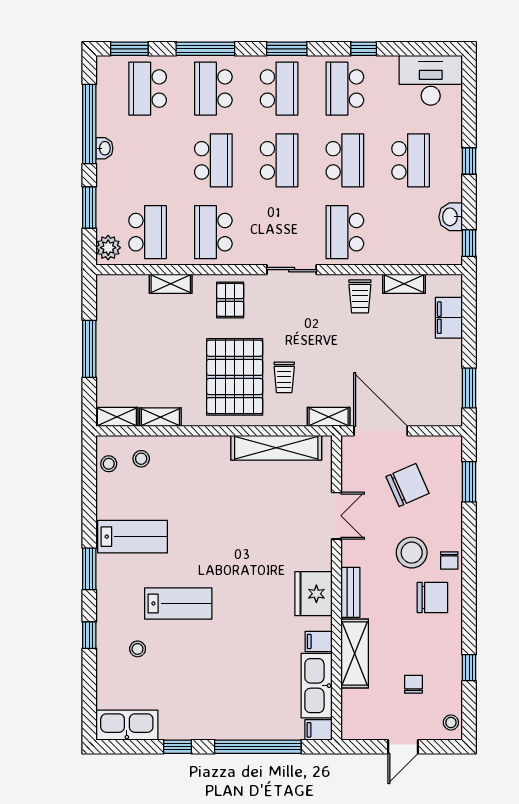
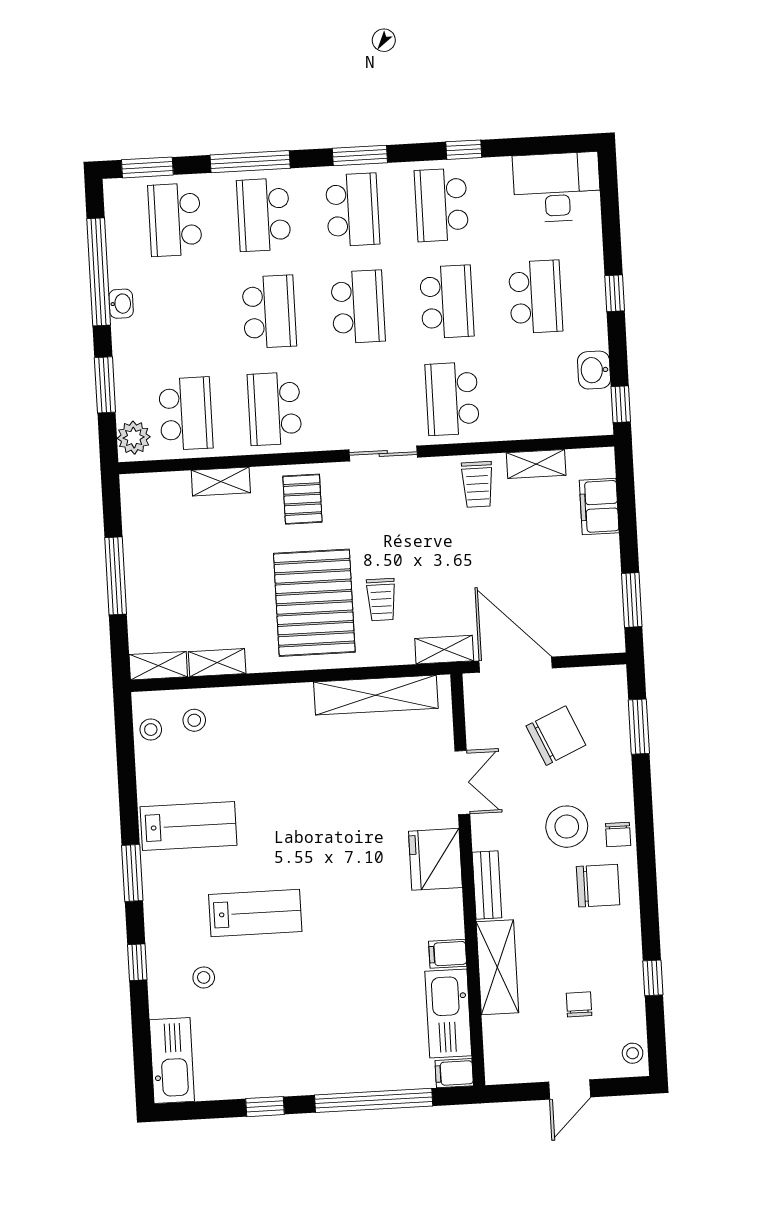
fridge: (313, 594) -> (435, 859), moved
kitchen sink: (127, 725) -> (172, 1061), moved, turned 90

